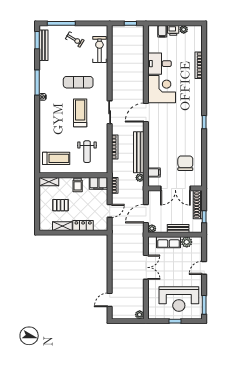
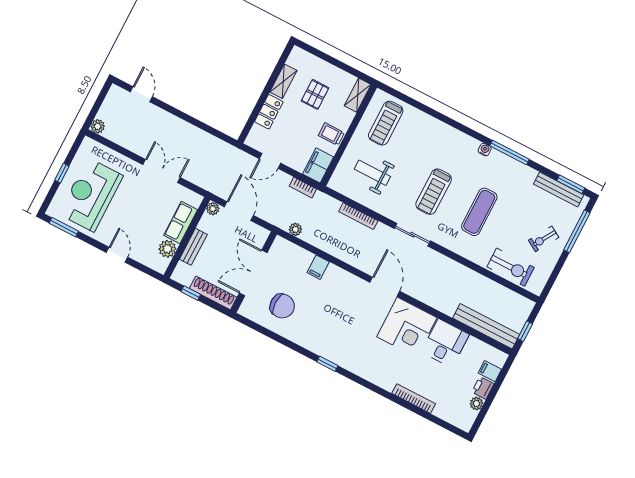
treadmill: (80, 113) -> (434, 192), turned 90
bench: (139, 152) -> (486, 326), moved
filing cabinet: (154, 172) -> (318, 267), moved
door: (110, 211) -> (270, 161), hinge flipped
double door: (146, 267) -> (161, 171), swing flipped

